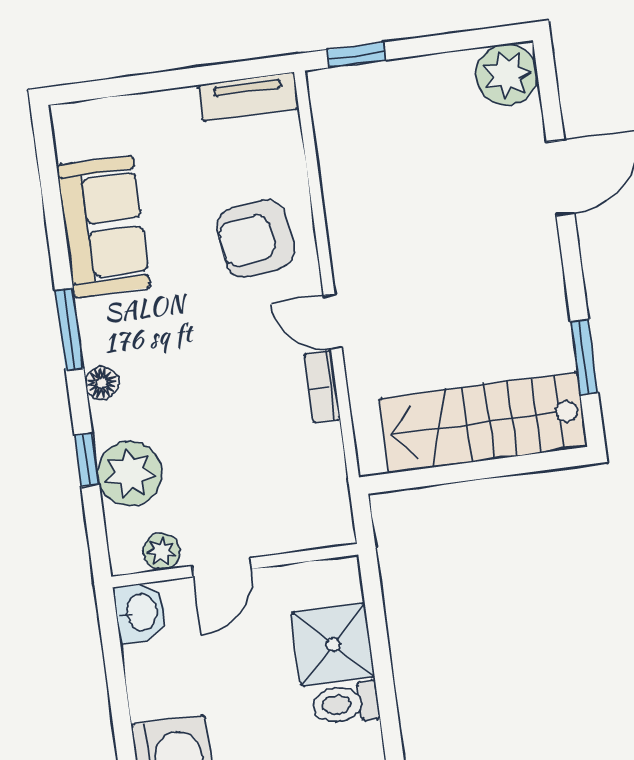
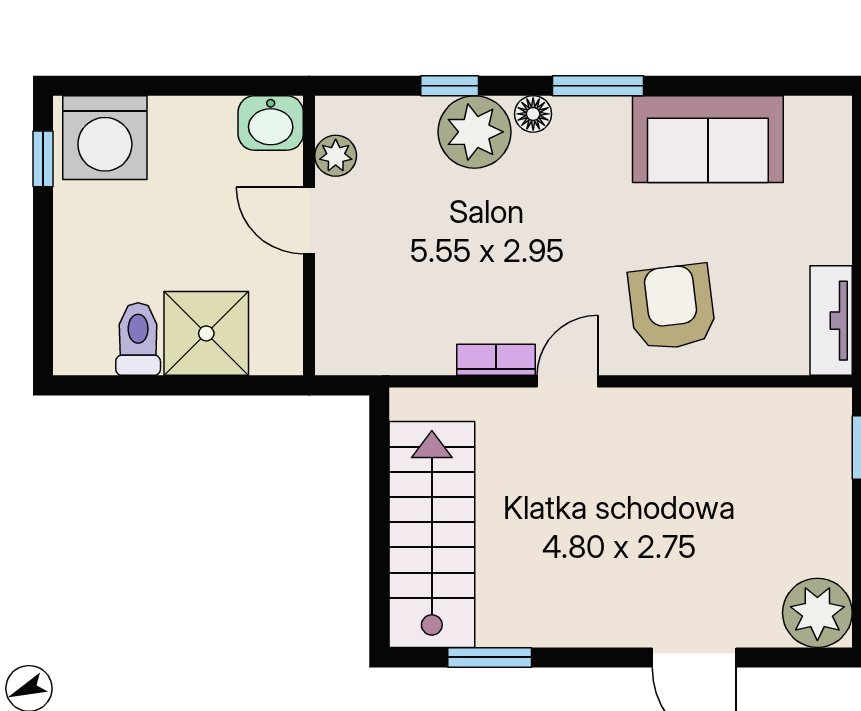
plant: (130, 473) -> (474, 132), moved

